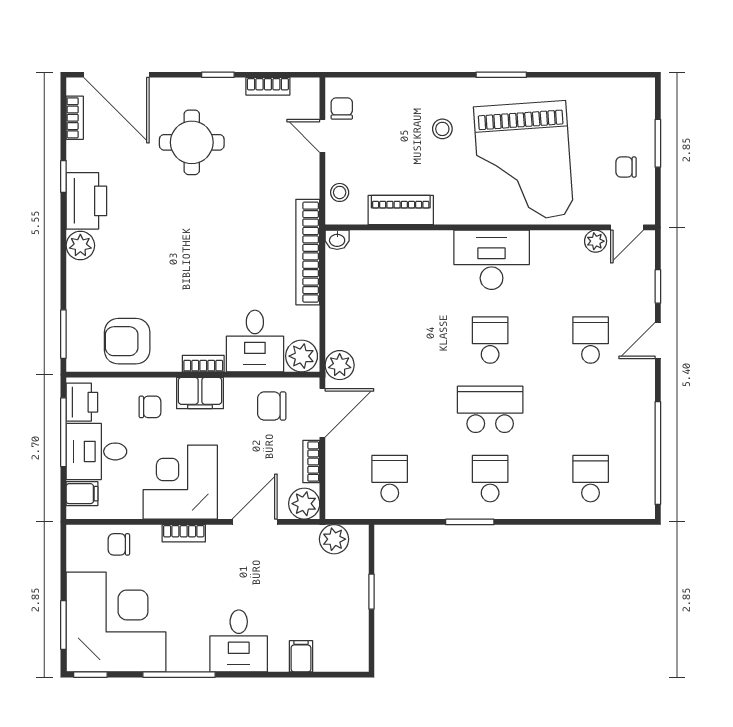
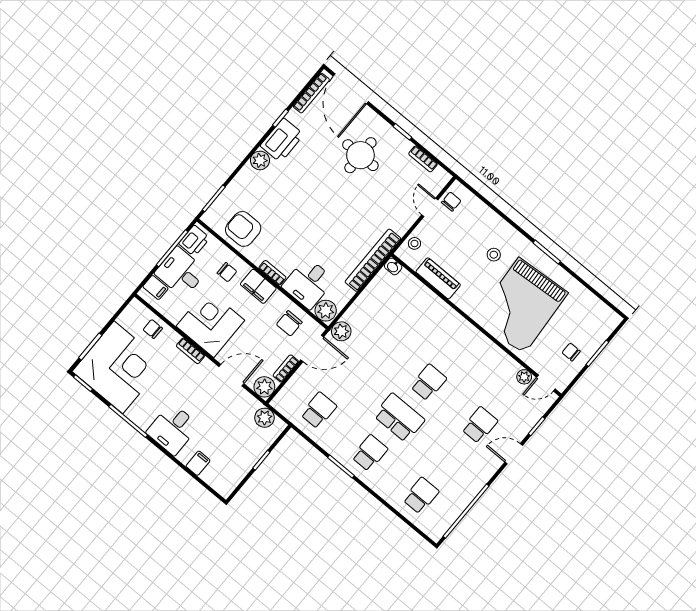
bookcase: (75, 118) -> (311, 93), width x1.56
desk: (492, 260) -> (463, 342), removed
chair: (272, 406) -> (289, 323), turned -90

